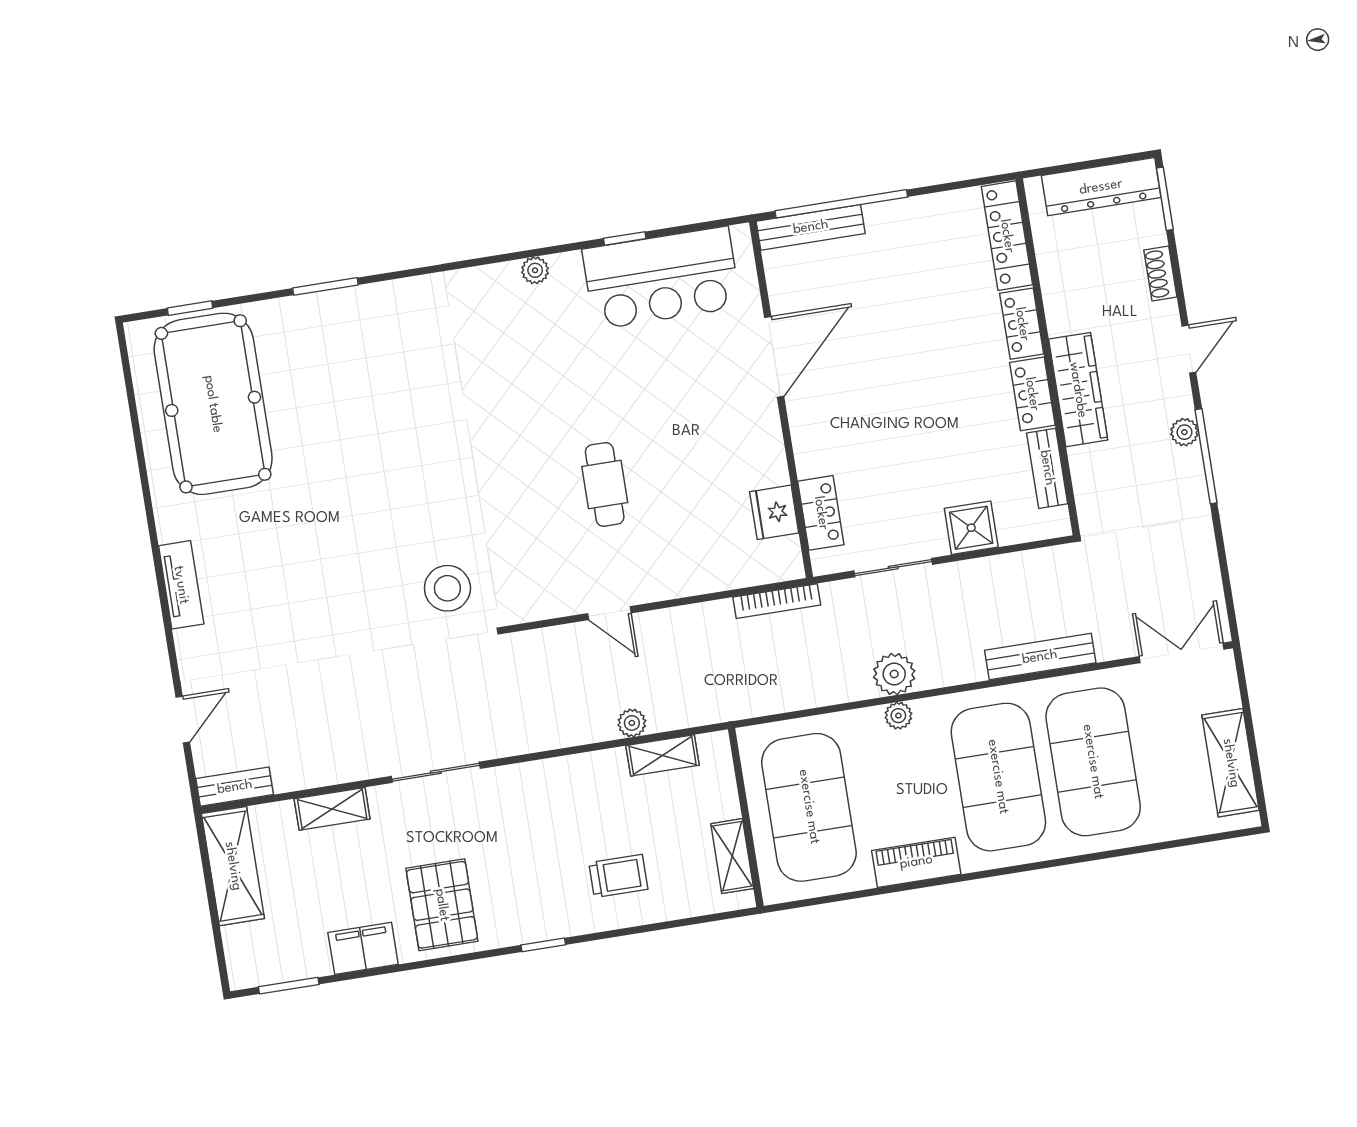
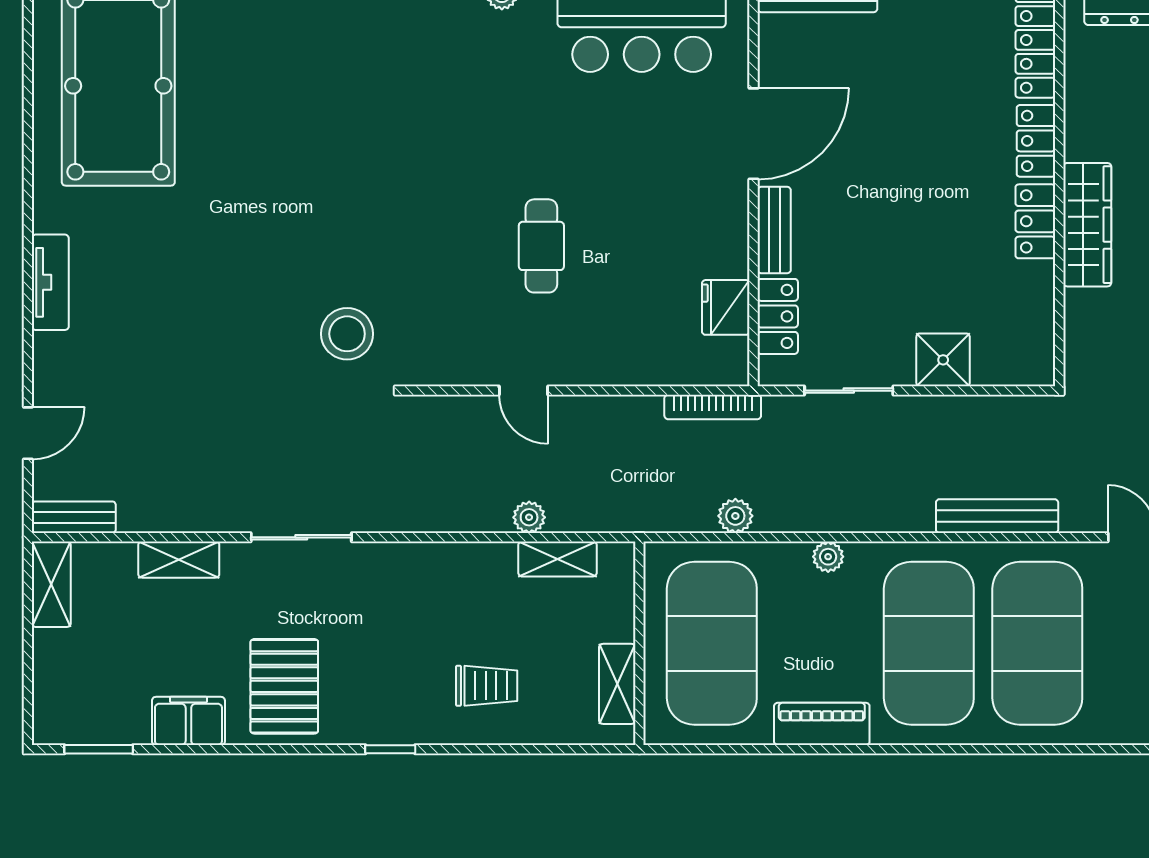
bench: (1047, 468) -> (774, 230), moved
plant: (894, 674) -> (735, 516), moved, width x0.73, depth x0.73
shelving: (233, 866) -> (51, 584), width x0.67, depth x0.75

